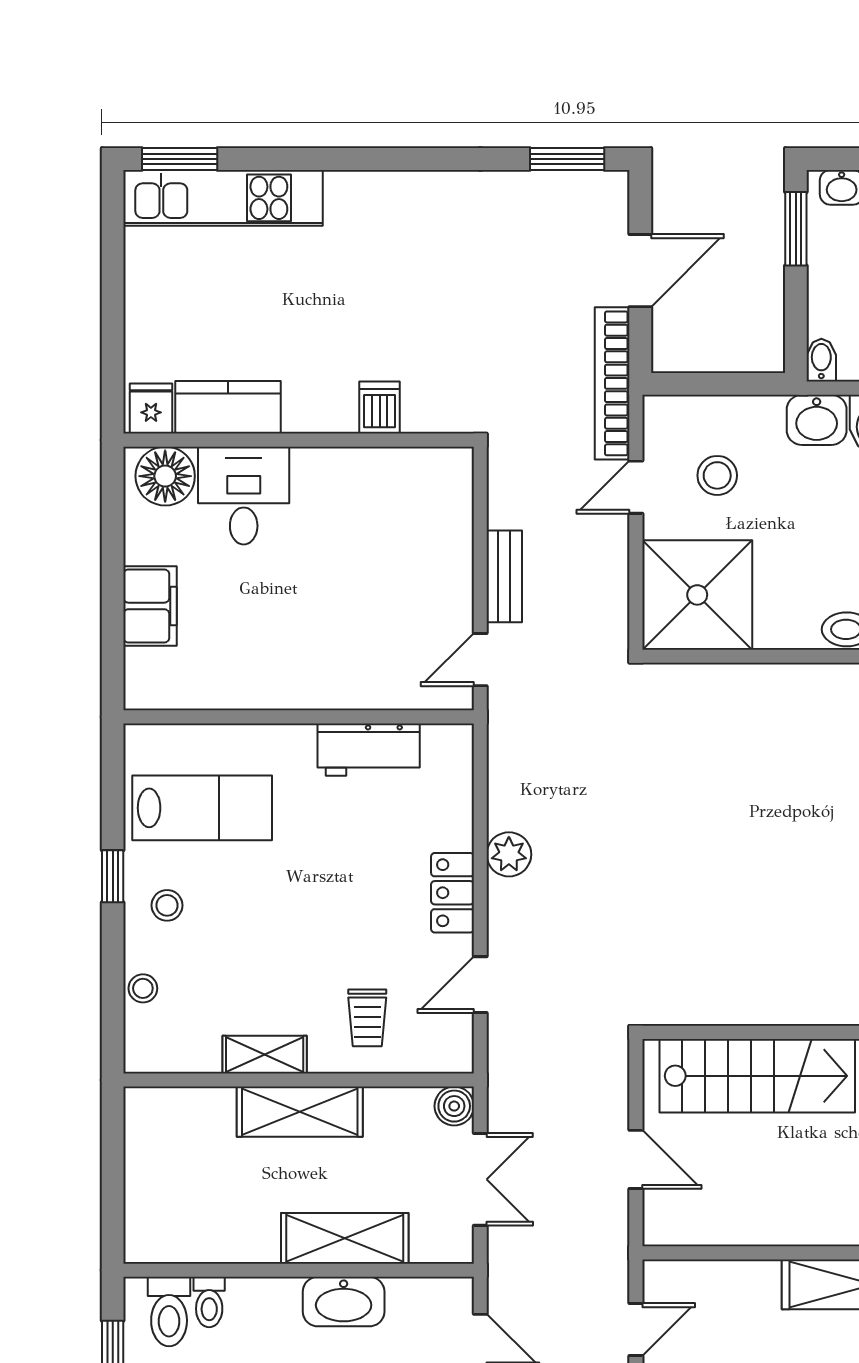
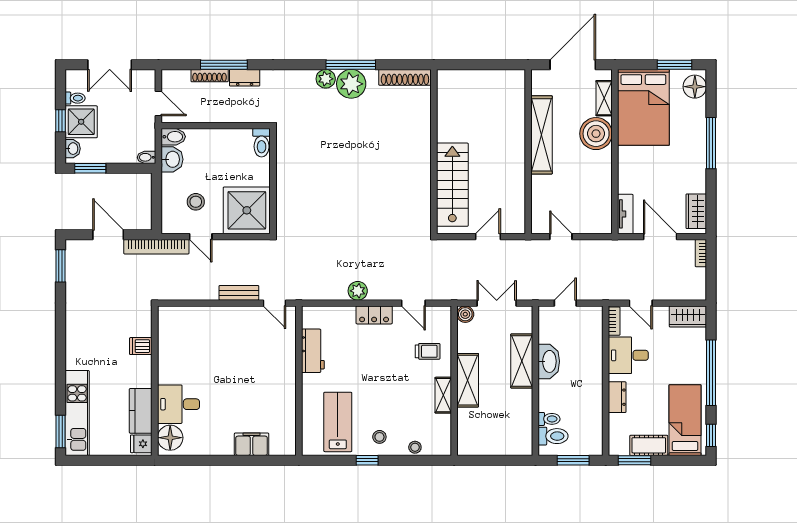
kitchen counter: (228, 407) -> (141, 411), moved
dishwasher: (380, 407) -> (141, 346), moved
fridge: (151, 408) -> (141, 444), moved
wall: (299, 440) -> (155, 381), moved
floor lamp: (165, 476) -> (170, 438), moved
desk: (244, 496) -> (178, 404), moved

